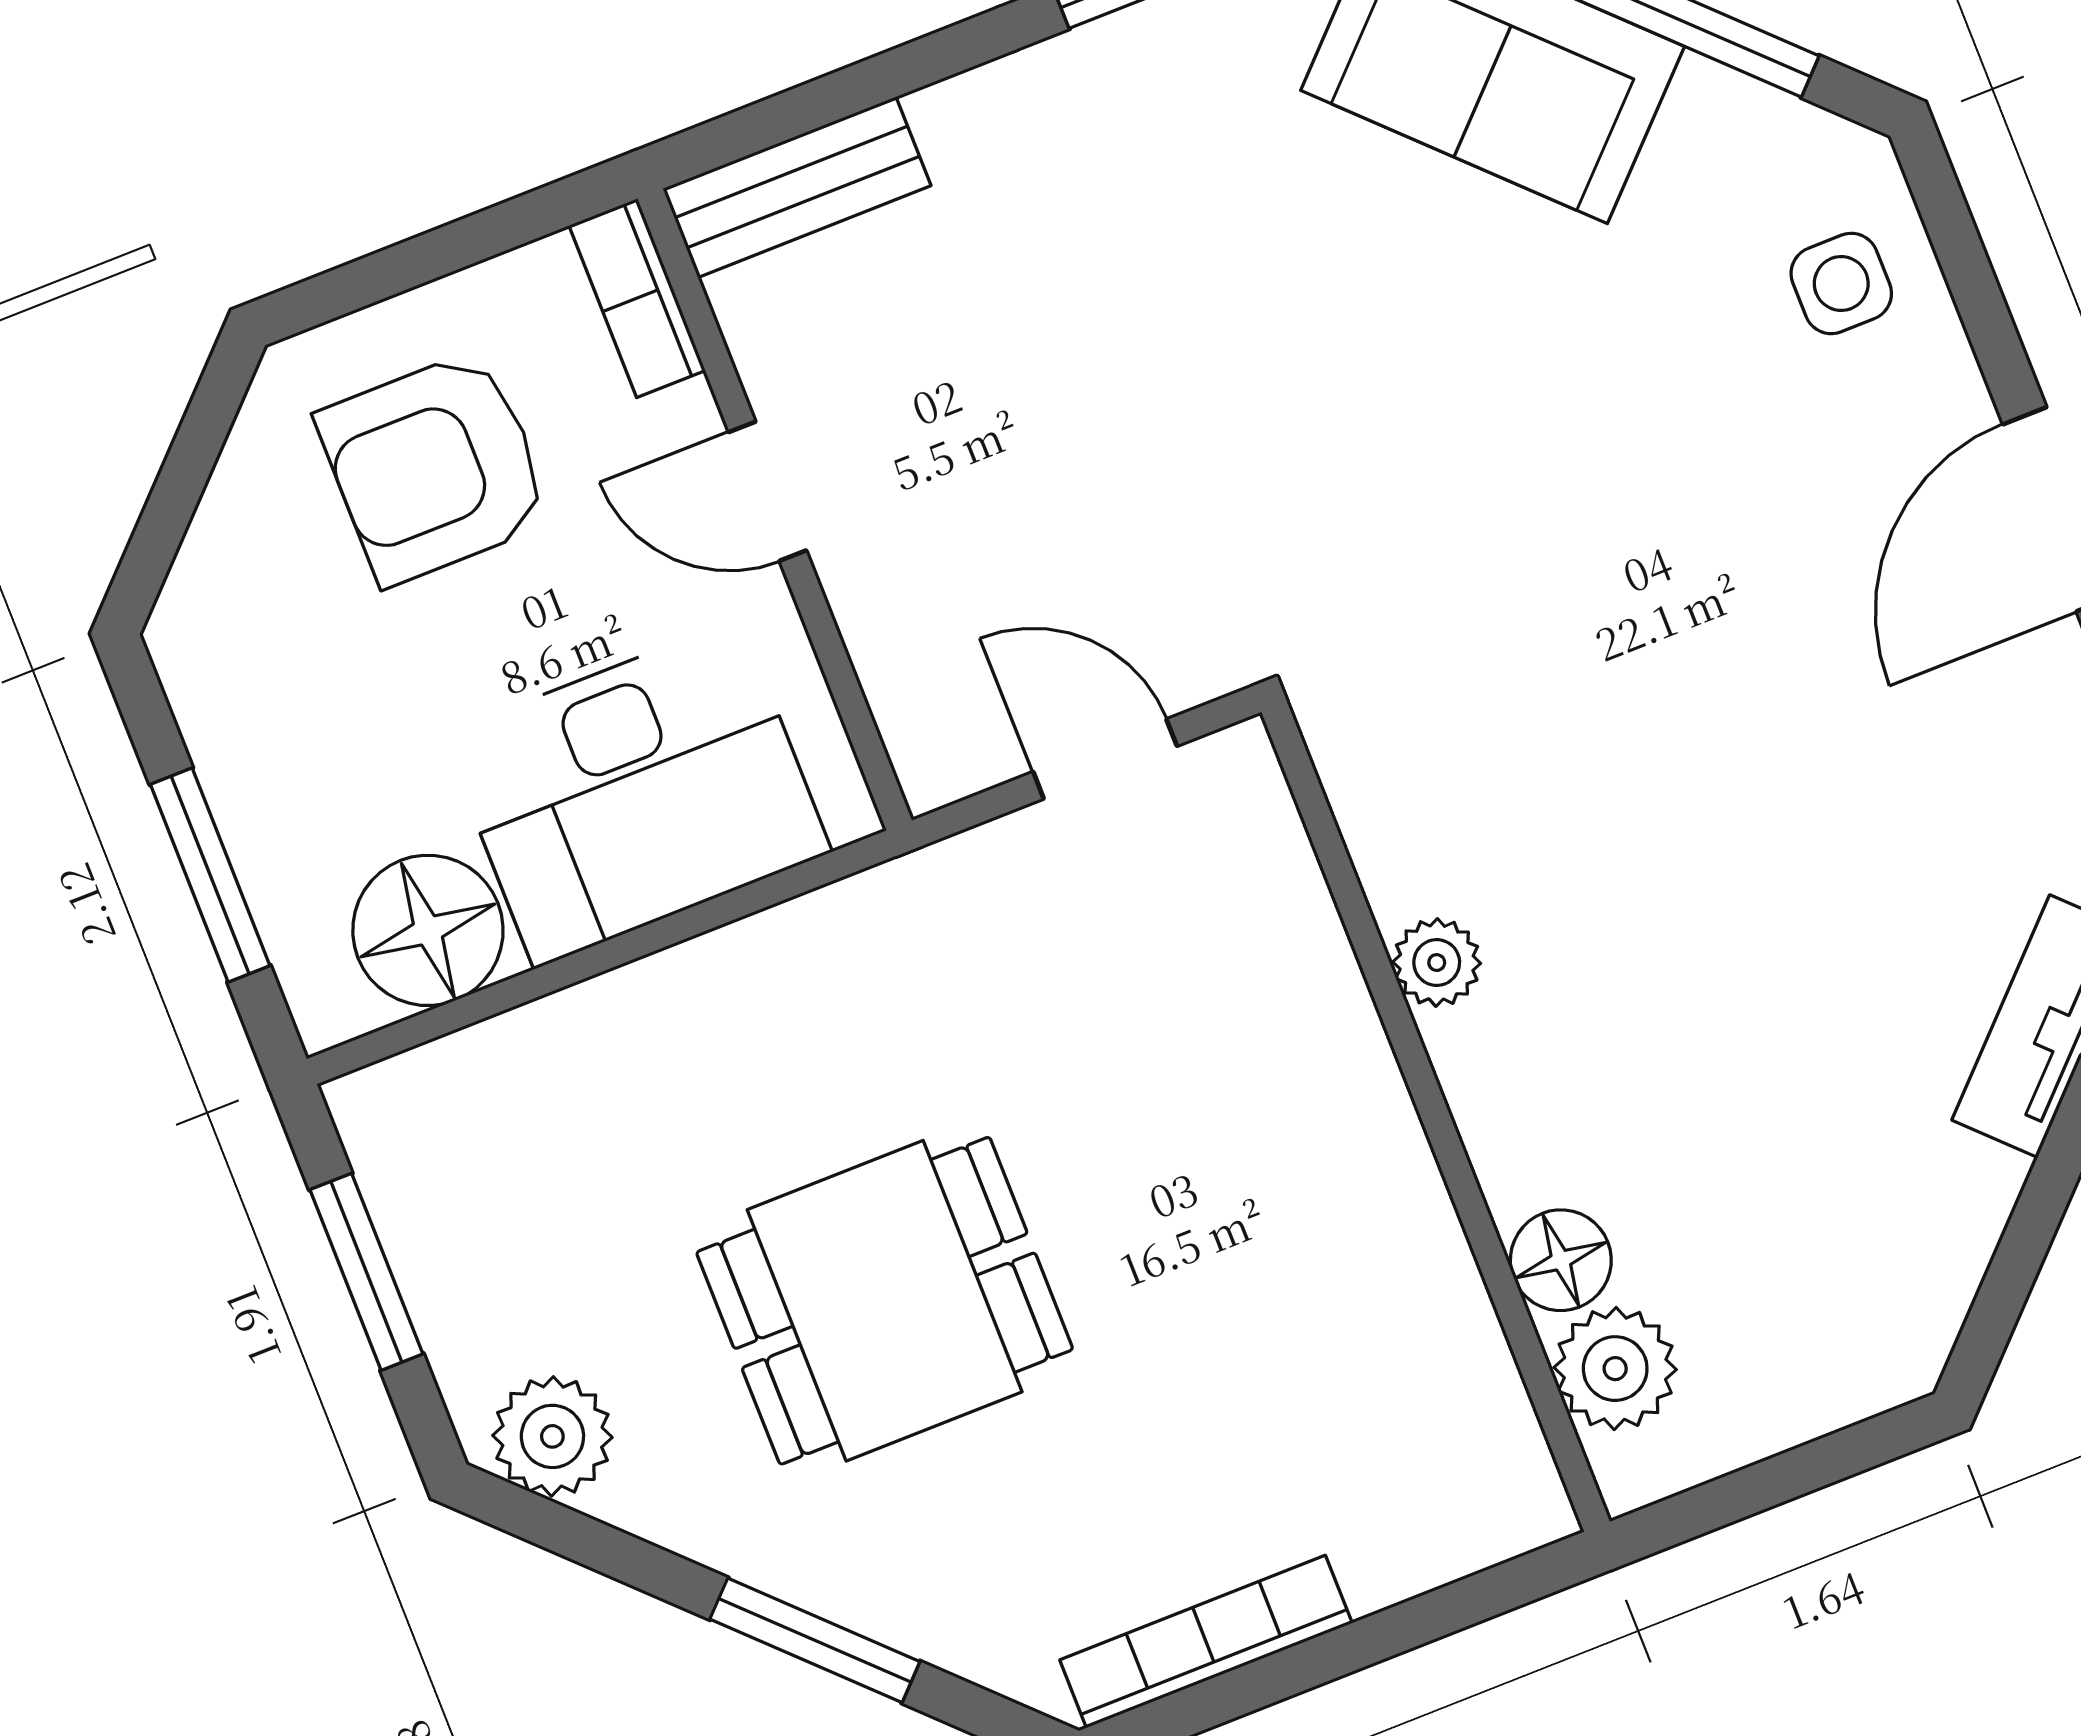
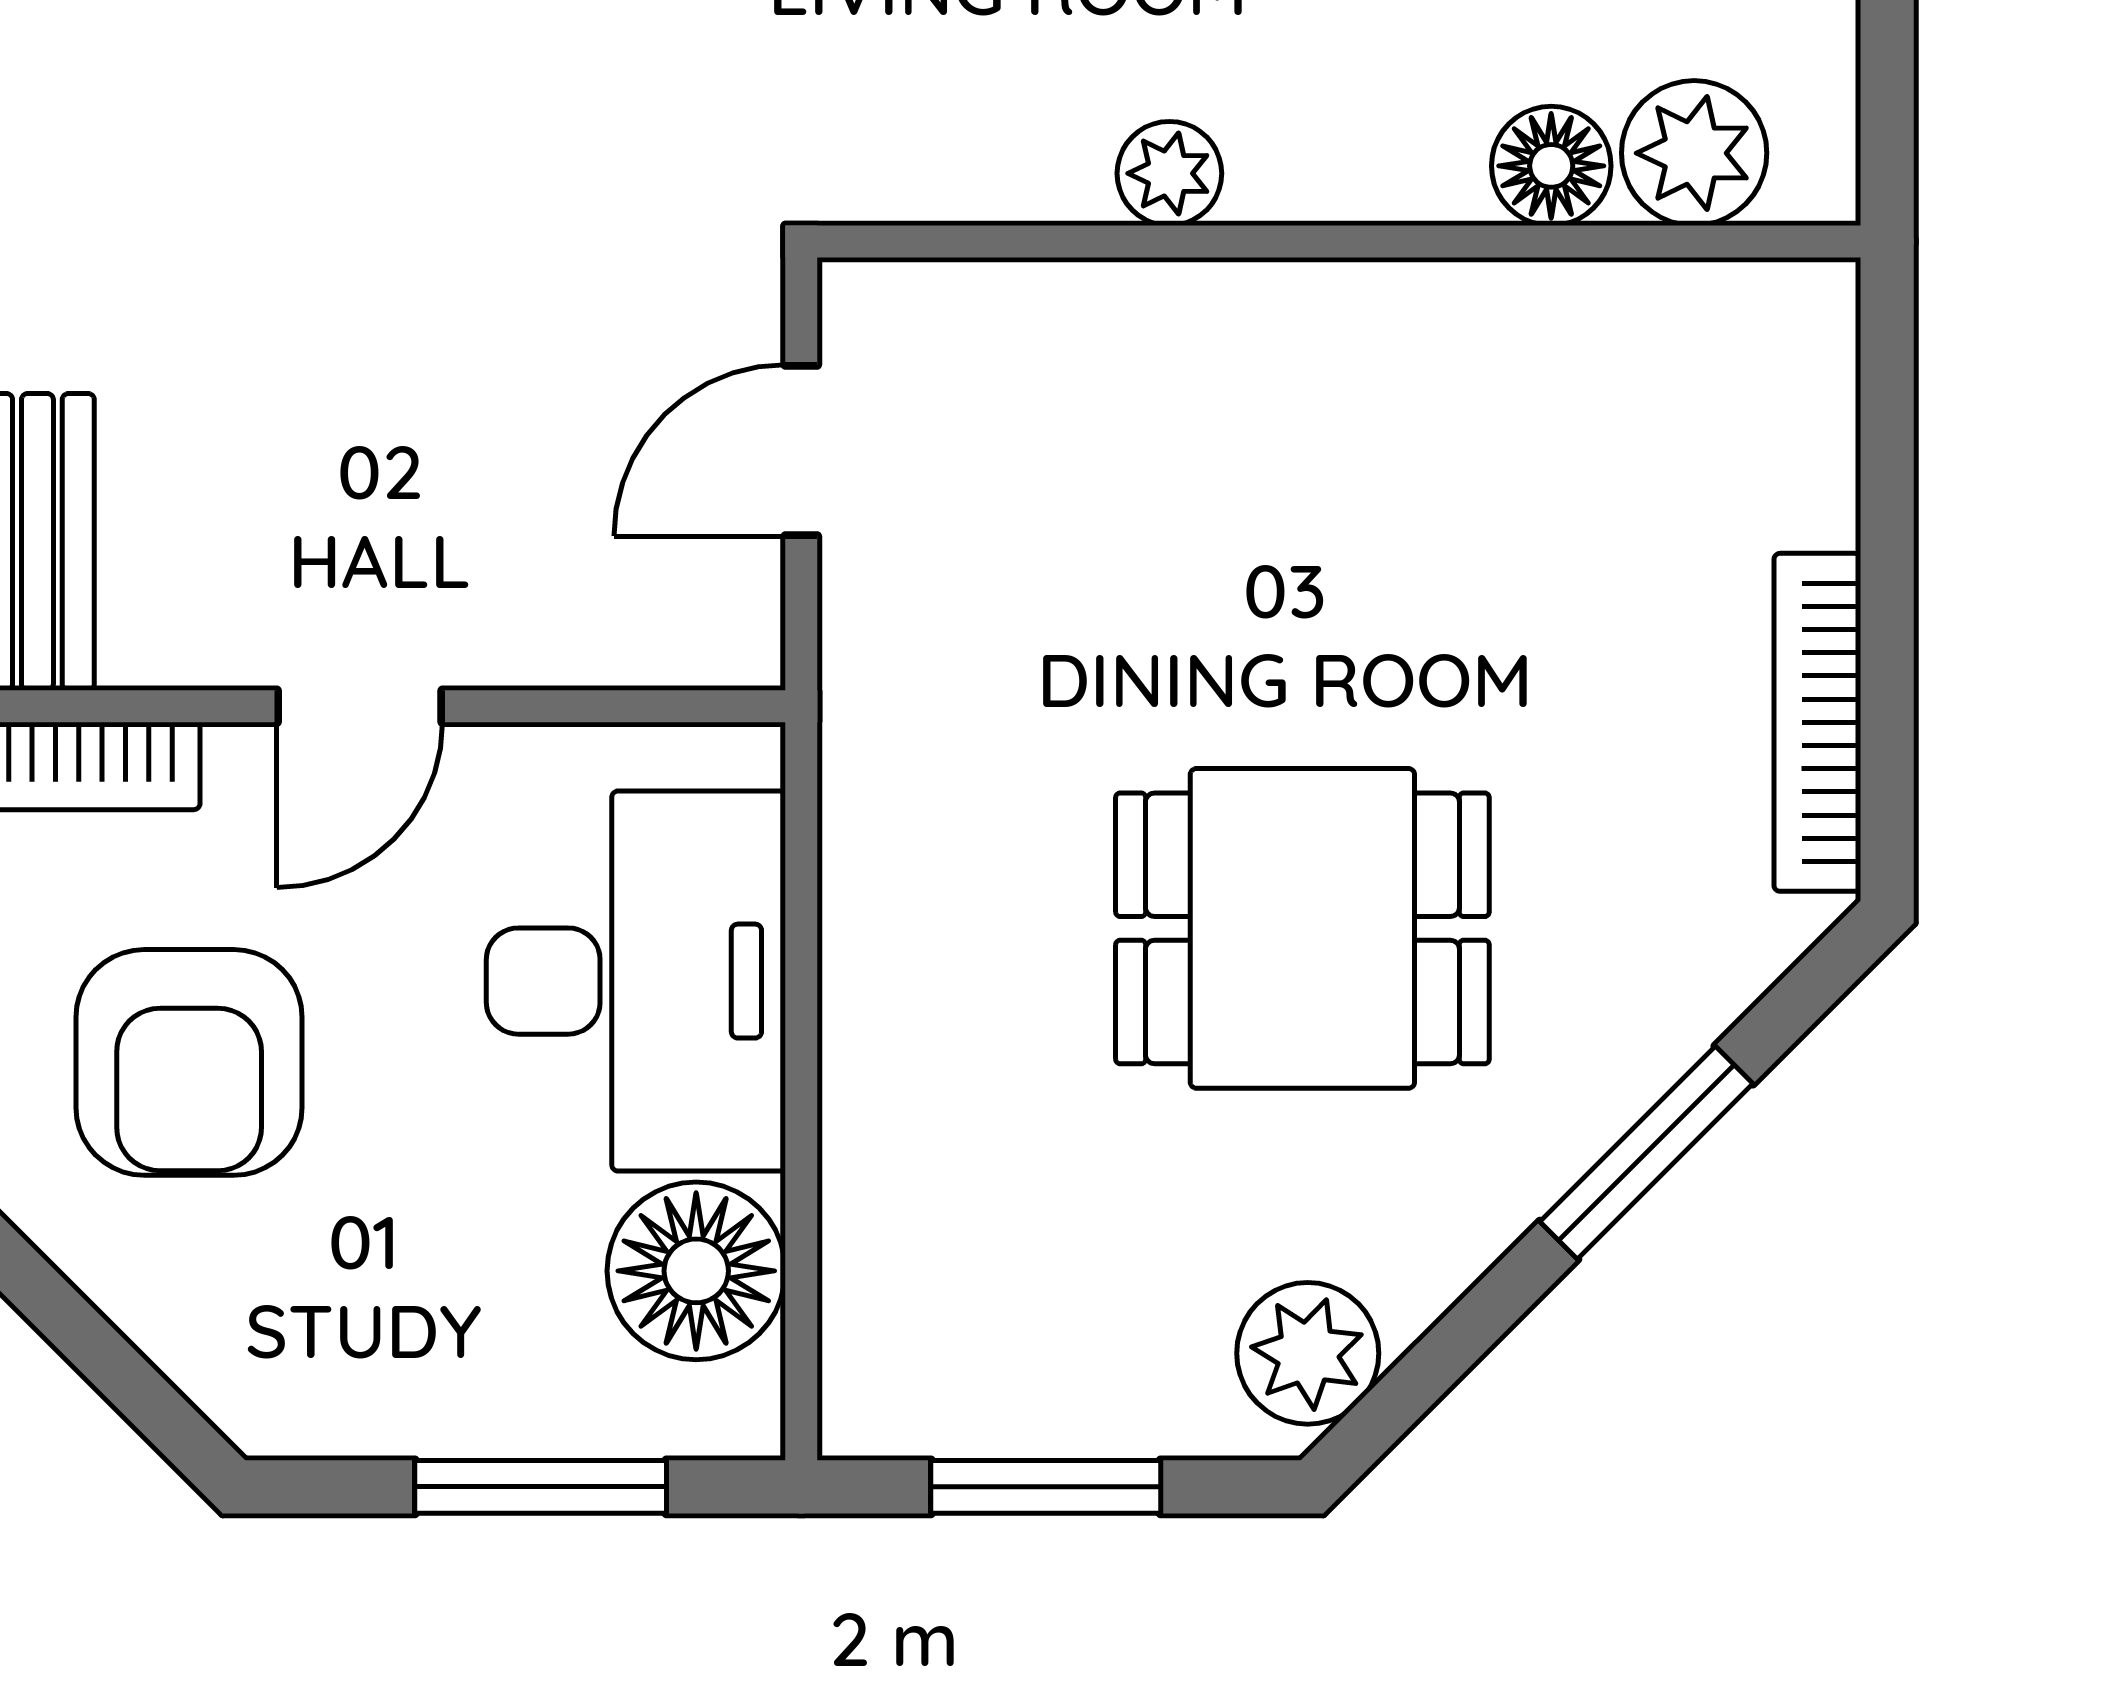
dining table: (885, 1301) -> (1302, 928), turned 90

